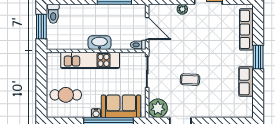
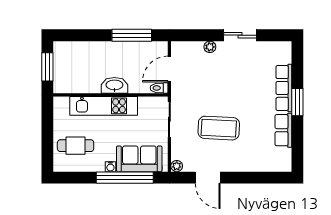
toilet: (53, 14) -> (61, 52), removed
door: (147, 28) -> (169, 69), swing flipped
row of seats: (246, 29) -> (284, 88), moved
coffee table: (190, 80) -> (219, 128), width x1.86, depth x1.72
plant: (158, 108) -> (177, 166), width x0.53, depth x0.53

